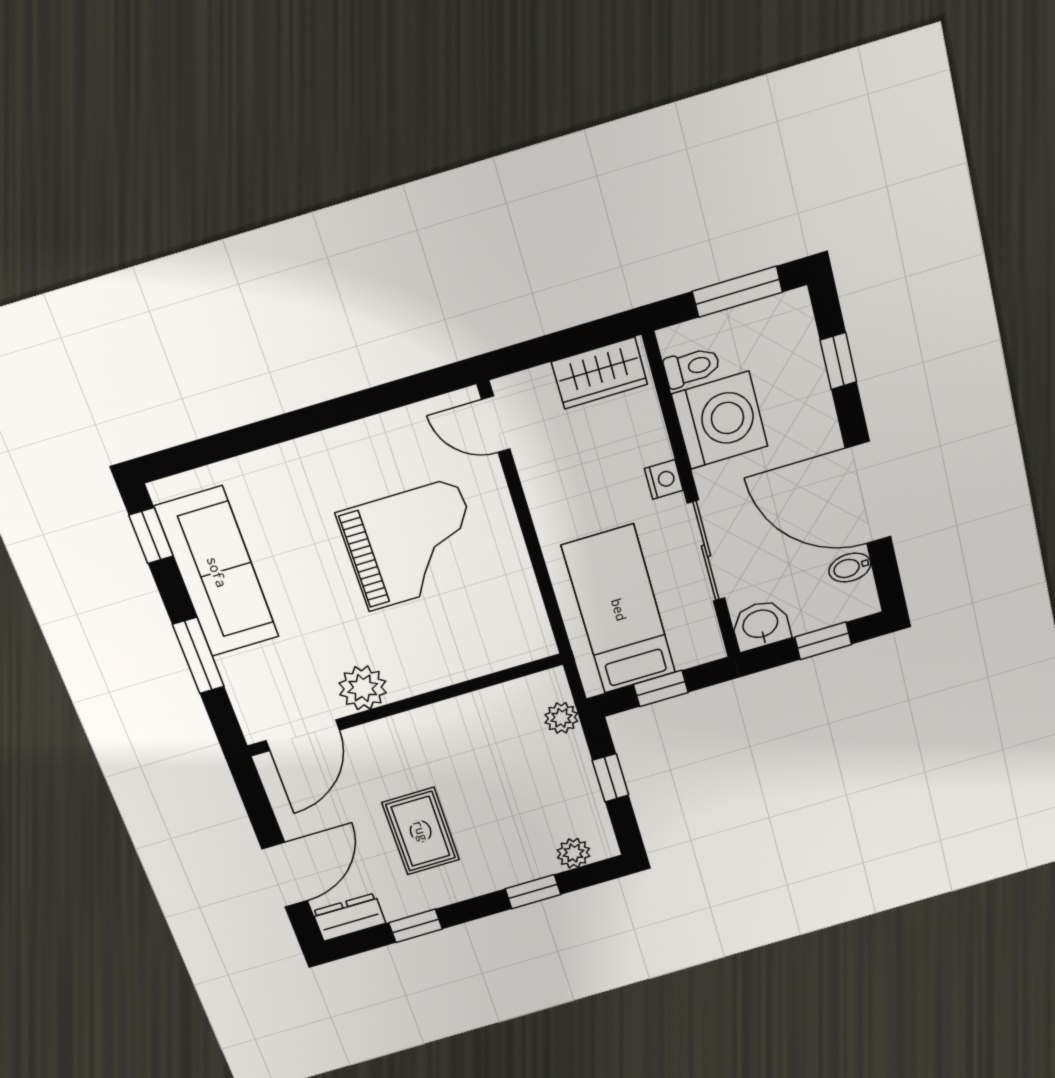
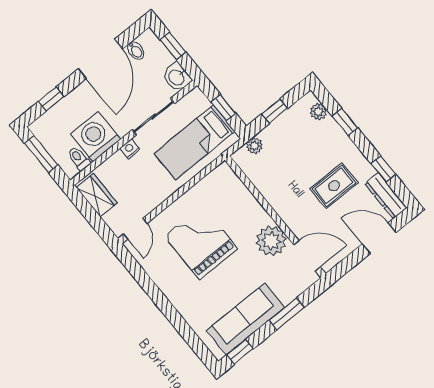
plant: (363, 688) -> (271, 241), width x1.36, depth x1.36
dresser: (349, 917) -> (386, 196), width x1.44

